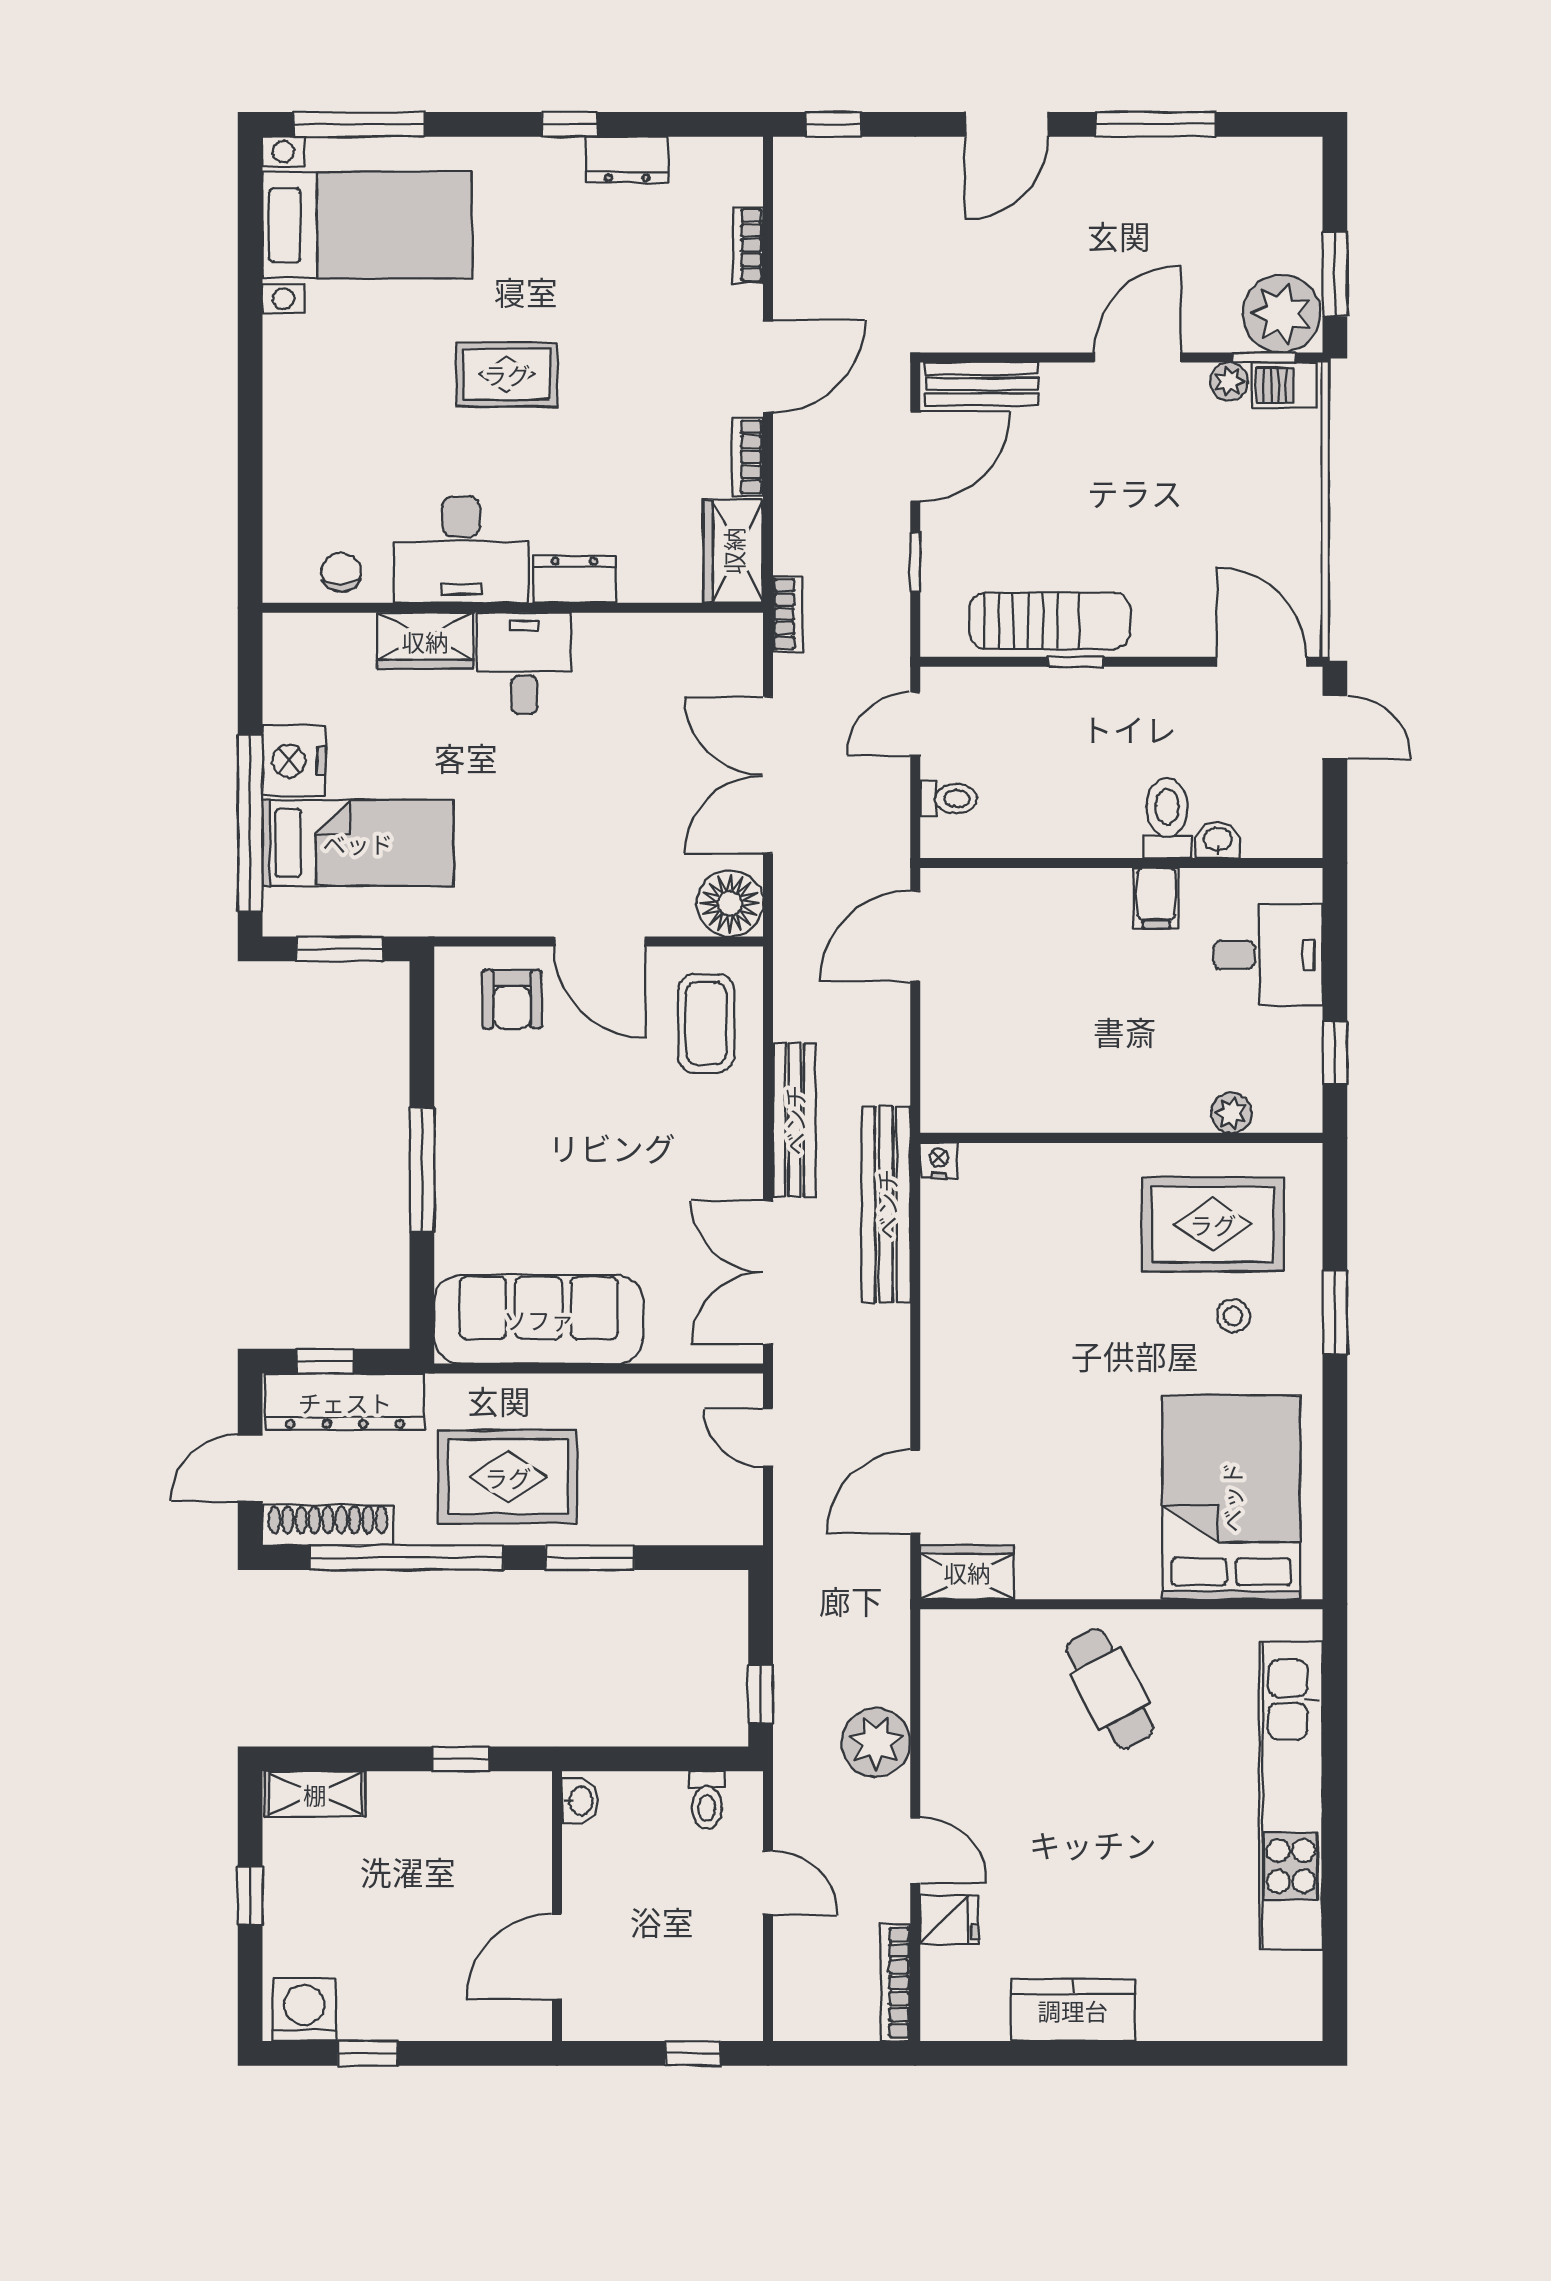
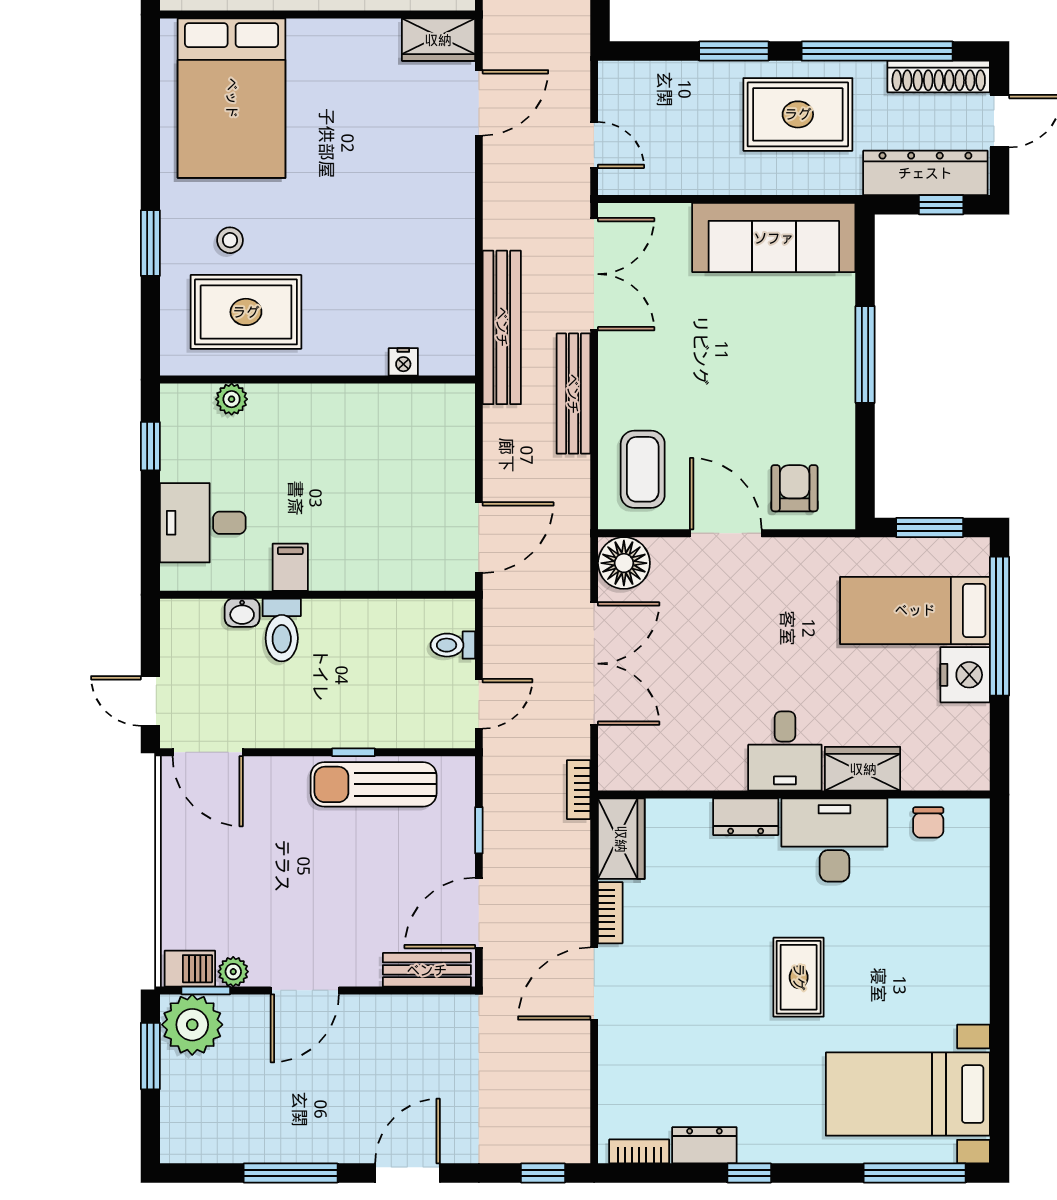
bookcase: (748, 245) -> (639, 1151), moved, turned -90
rug: (507, 374) -> (799, 977), turned 90
nightstand: (939, 1160) -> (403, 362), moved

